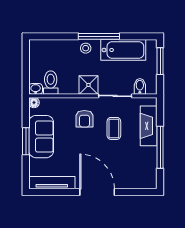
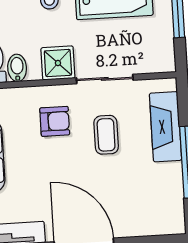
bidet: (140, 86) -> (17, 68), moved
armchair: (84, 119) -> (55, 121), turned -90

